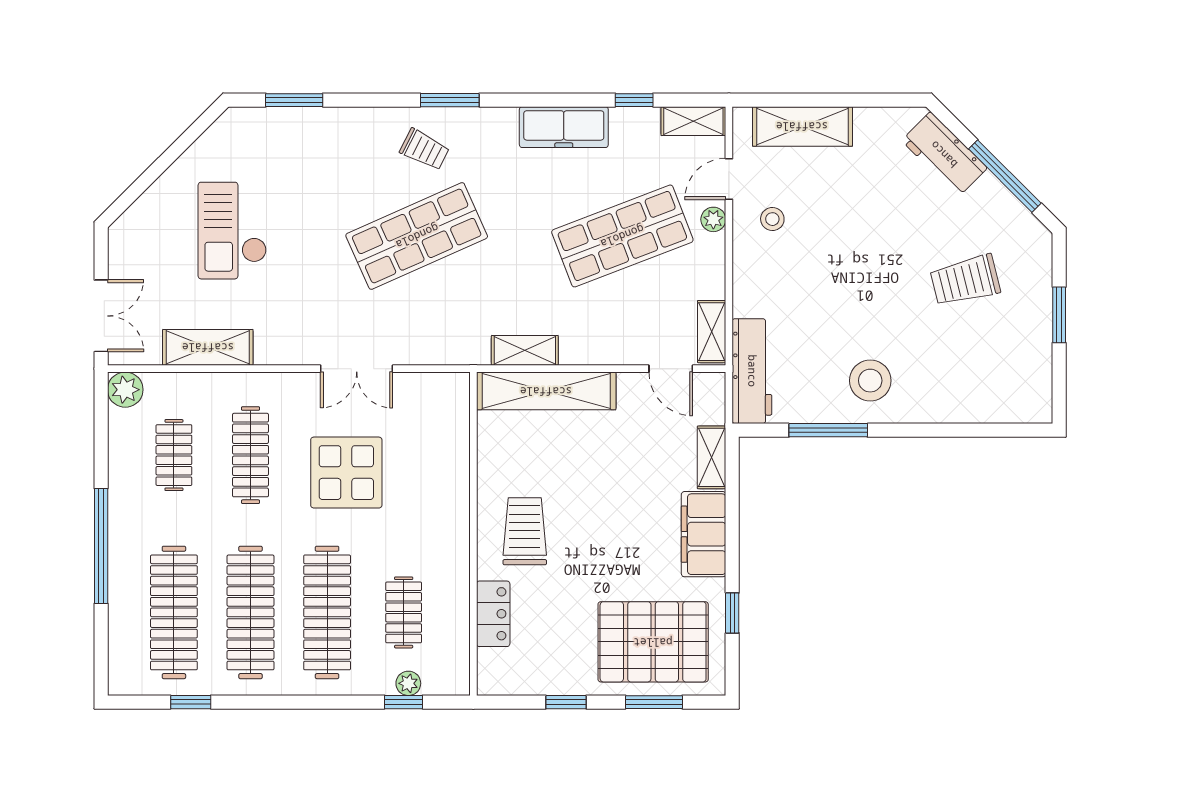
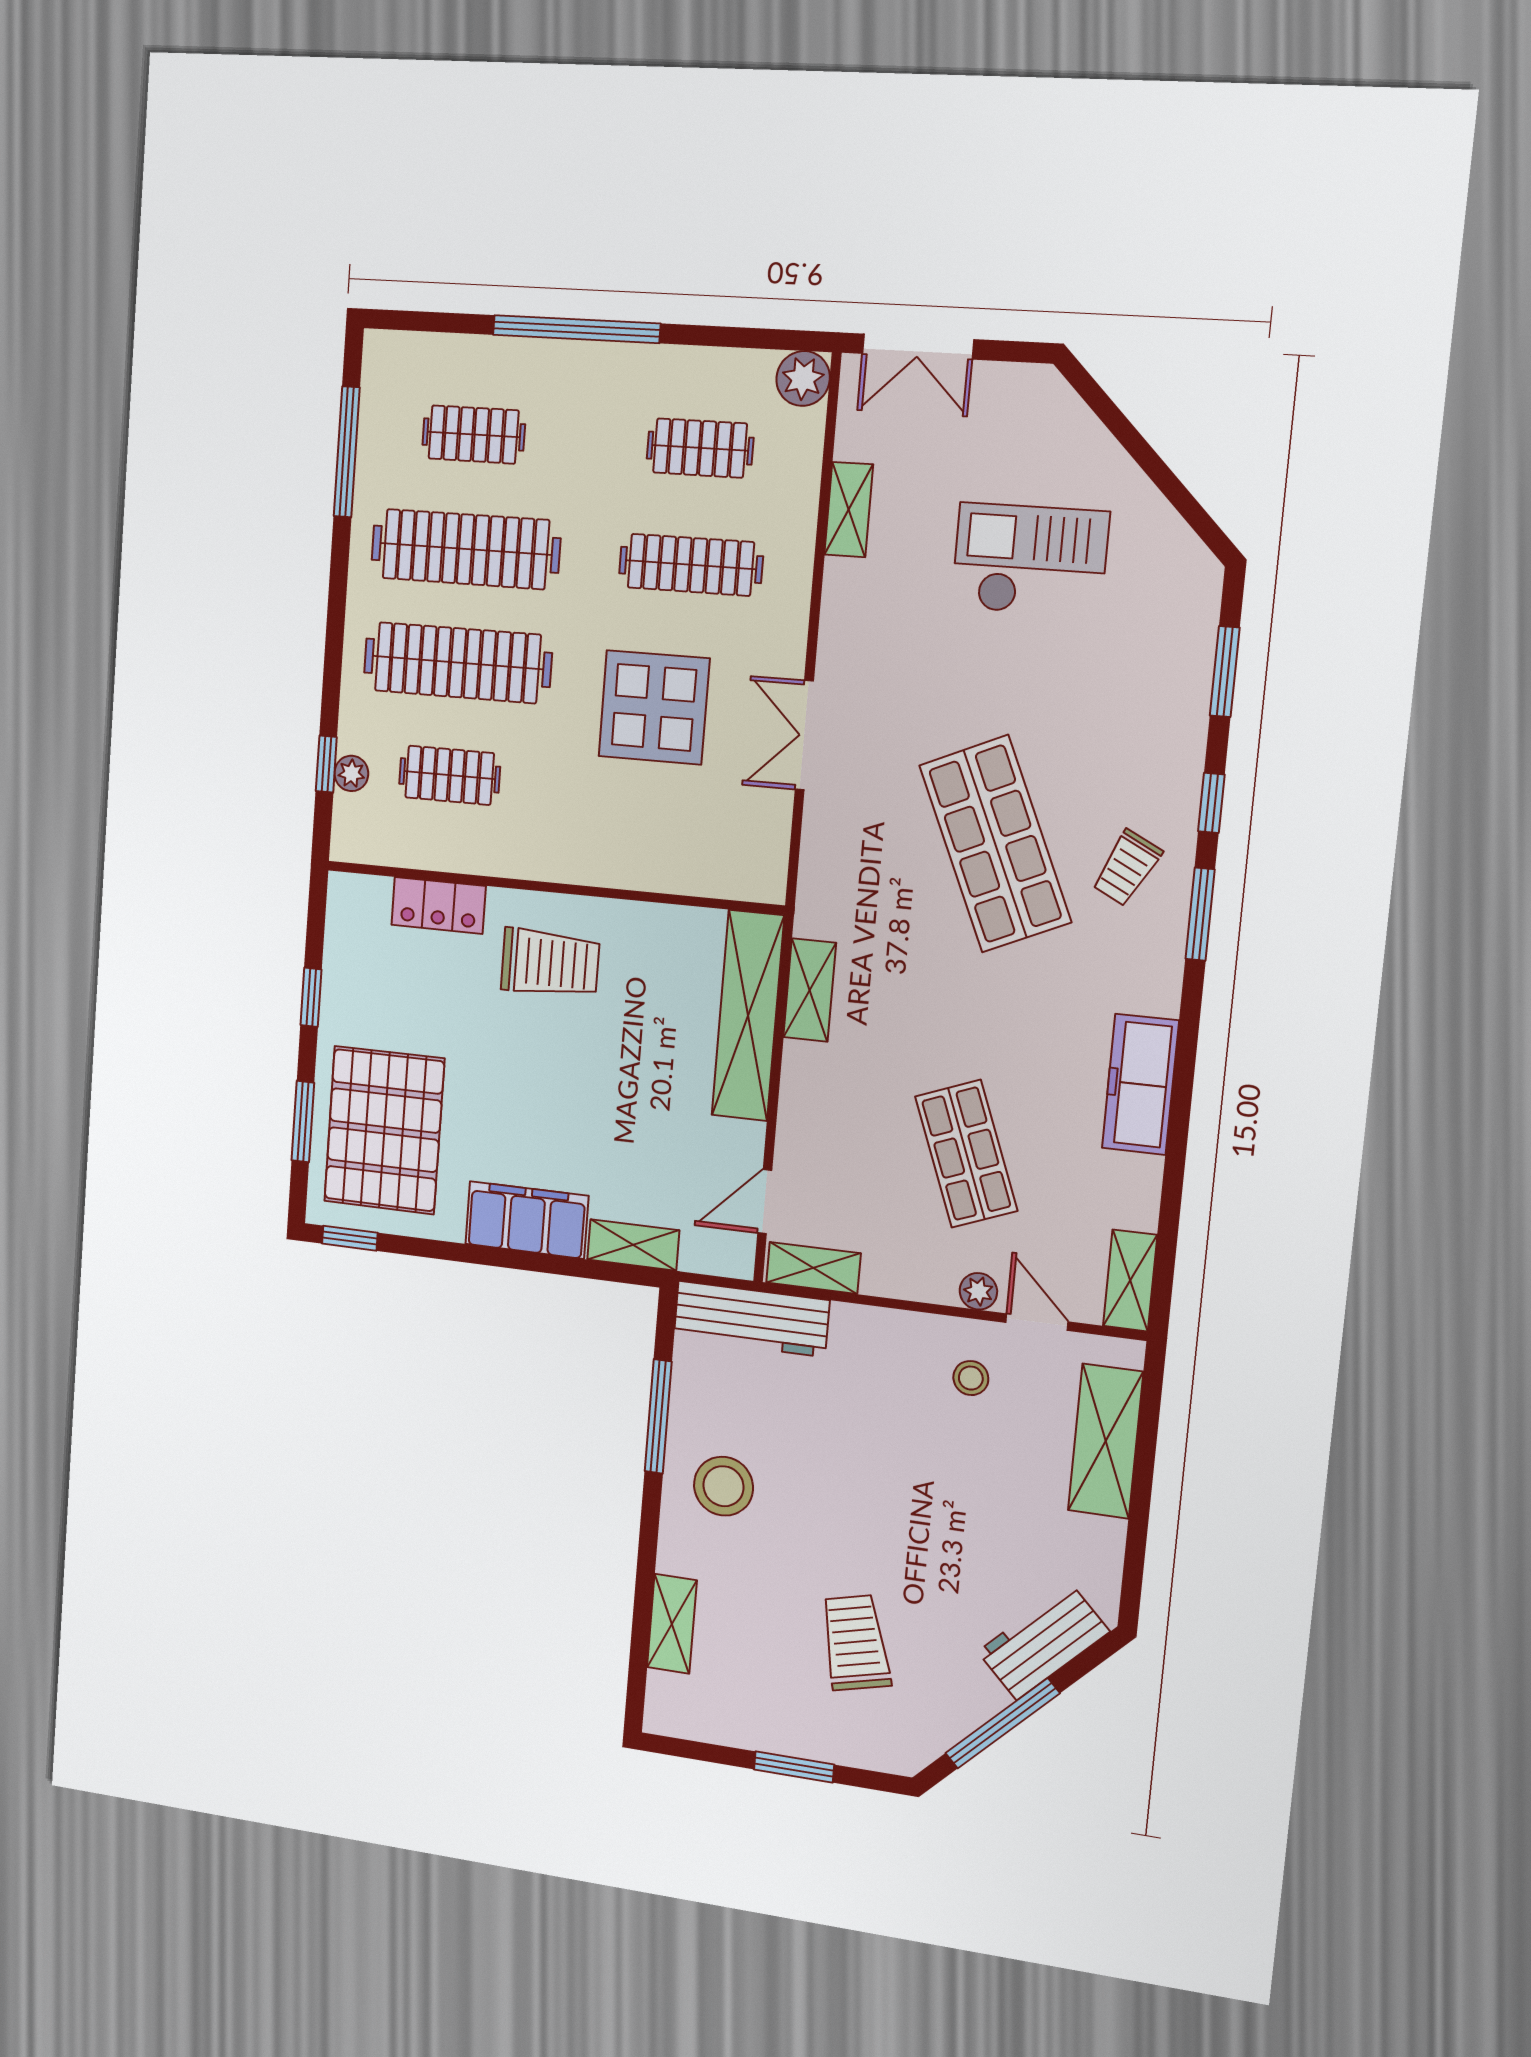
window: (634, 100) -> (1211, 803), moved
shop shelf: (622, 236) -> (966, 1154), width x0.70, depth x0.74
shelving: (208, 347) -> (849, 510), width x0.67, depth x0.75
shelving: (972, 409) -> (672, 1624), added
clothes rail: (174, 612) -> (474, 435), width x0.54, depth x0.76
window: (732, 613) -> (350, 1238), moved
window: (191, 702) -> (347, 452), width x2.17

